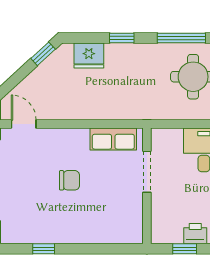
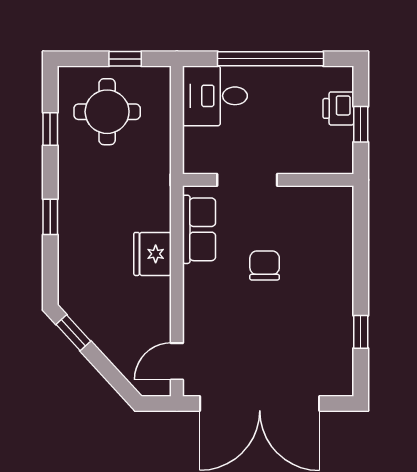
window: (181, 38) -> (50, 129), width x0.46
fridge: (89, 56) -> (153, 254), moved, turned 180
chair: (69, 180) -> (265, 265), moved

